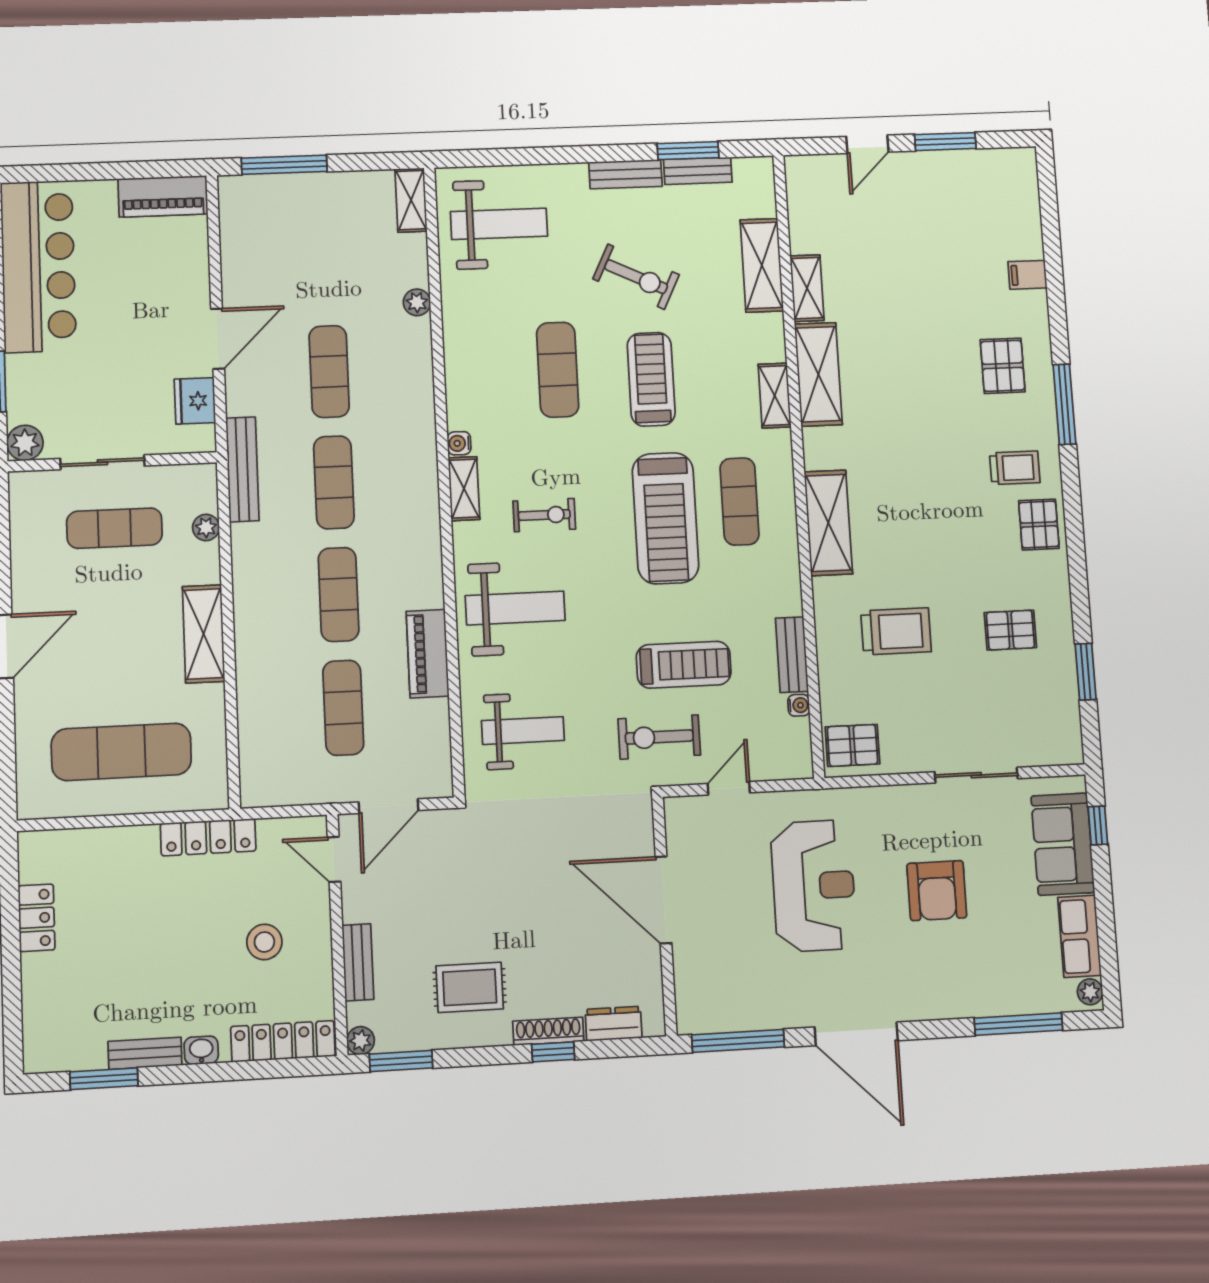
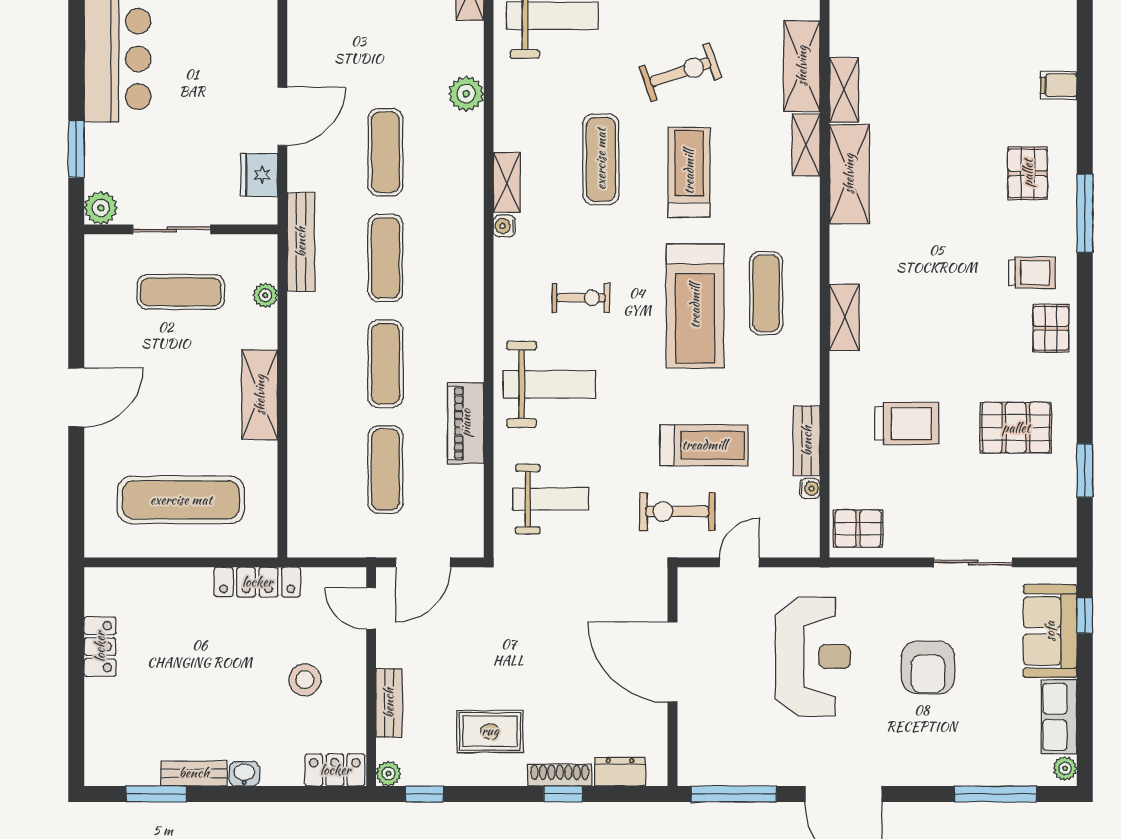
exercise bike: (636, 277) -> (680, 72), turned -45
plant: (417, 302) -> (466, 94), width x1.38, depth x1.38
shelving: (775, 396) -> (806, 145), moved
shelving: (464, 489) -> (507, 183), moved
shelving: (828, 523) -> (844, 317), width x0.67, depth x0.75
pallet: (1010, 630) -> (1016, 428), width x1.50, depth x1.42
locker: (283, 1041) -> (335, 770), width x0.66
window: (401, 1061) -> (424, 794), width x0.67

